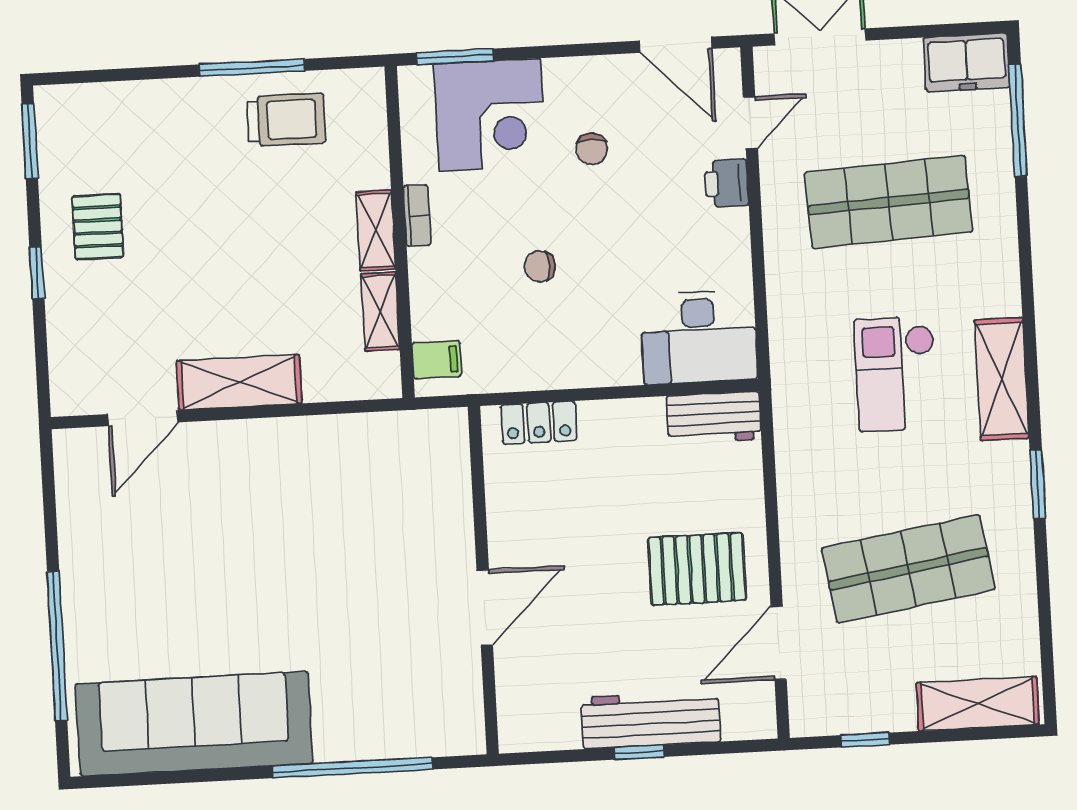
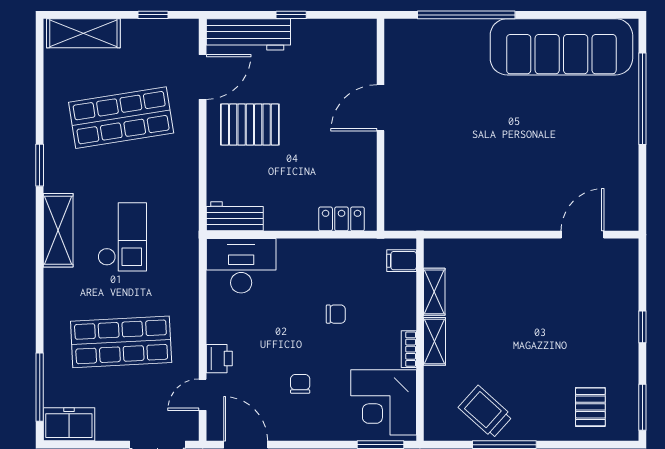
corner desk: (490, 115) -> (384, 402), moved, turned -90
trolley: (286, 120) -> (485, 412), turned 42
pallet: (98, 227) -> (590, 407), moved
shelving: (239, 382) -> (523, 253), removed
workbench: (651, 720) -> (248, 34), moved

